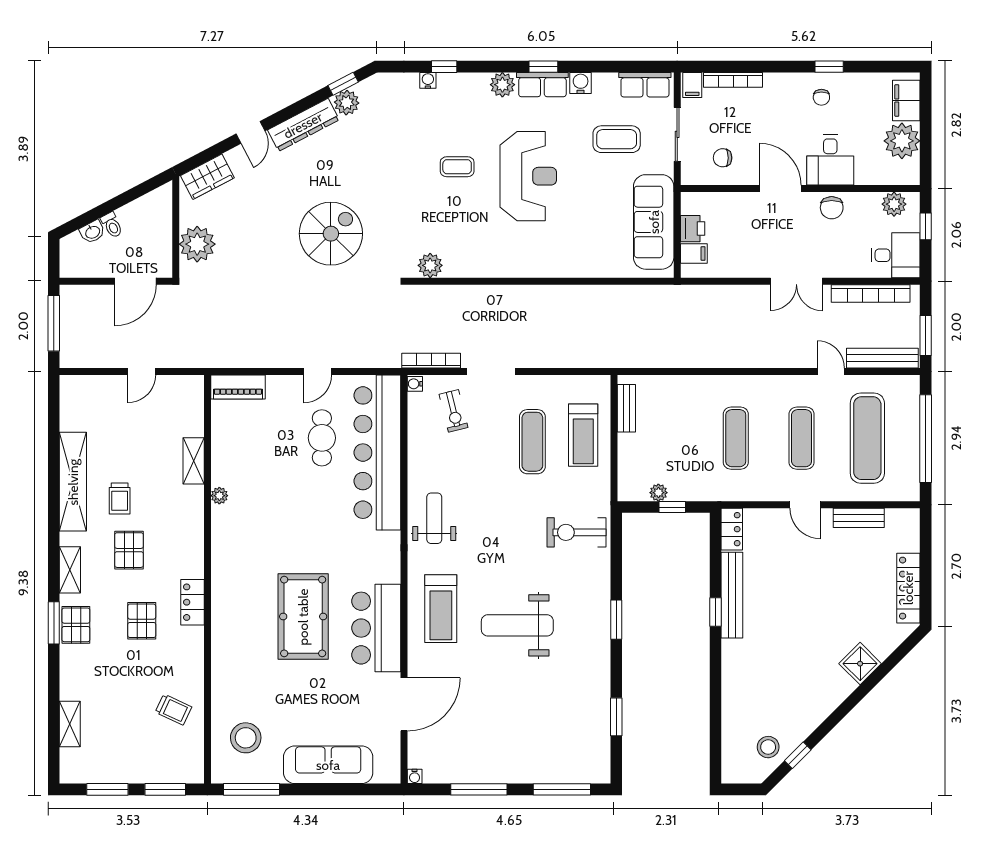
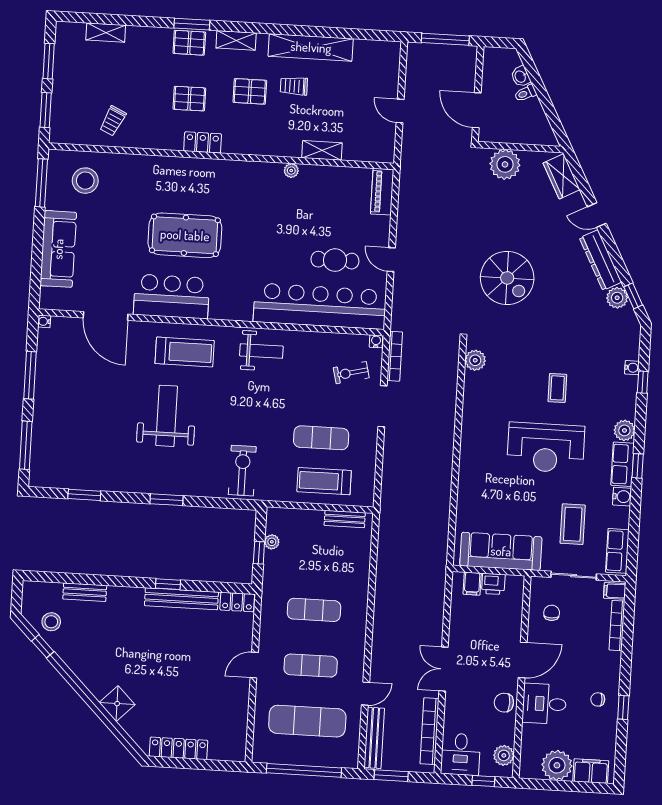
bench: (859, 518) -> (85, 592), moved, turned 90
treadmill: (441, 609) -> (185, 352), turned 180

